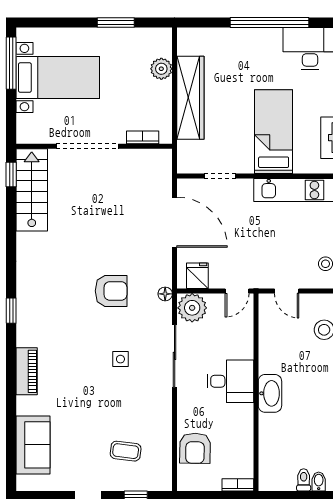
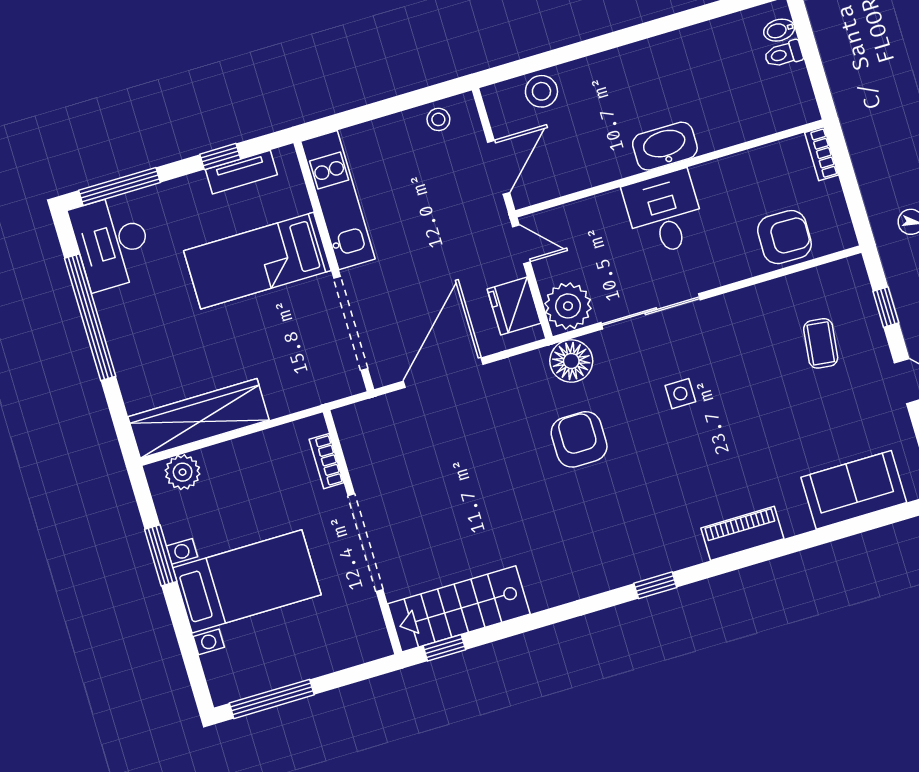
plant: (161, 69) -> (183, 472), moved
bed with nightstands: (58, 78) -> (247, 581), moved, turned 90
wardrobe: (190, 98) -> (199, 418), moved
doorway: (220, 176) -> (351, 324), width x1.88
fridge: (197, 276) -> (514, 306), width x1.38
door: (287, 291) -> (499, 167), width x1.38
floor lamp: (165, 294) -> (571, 361), width x1.89, depth x1.89

